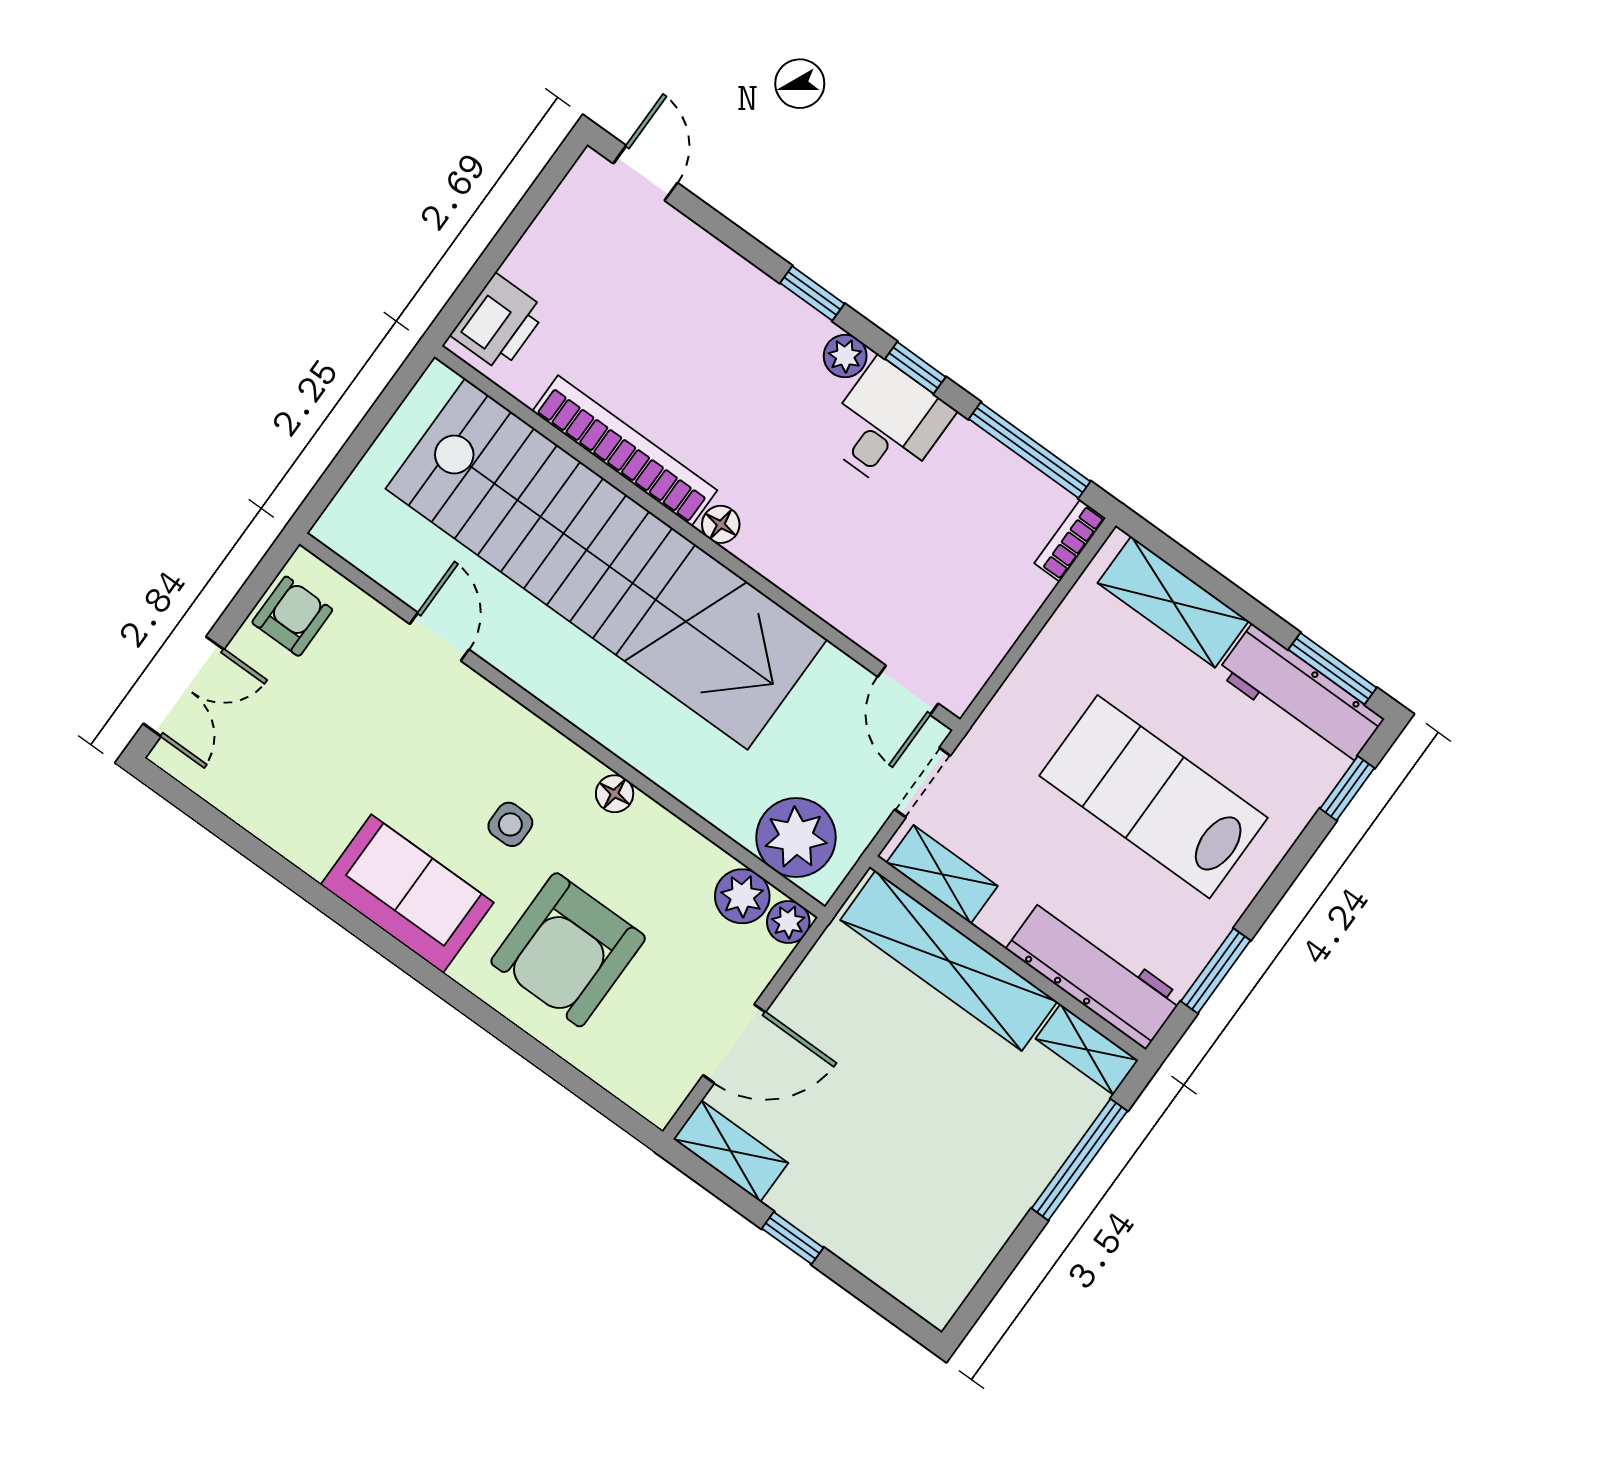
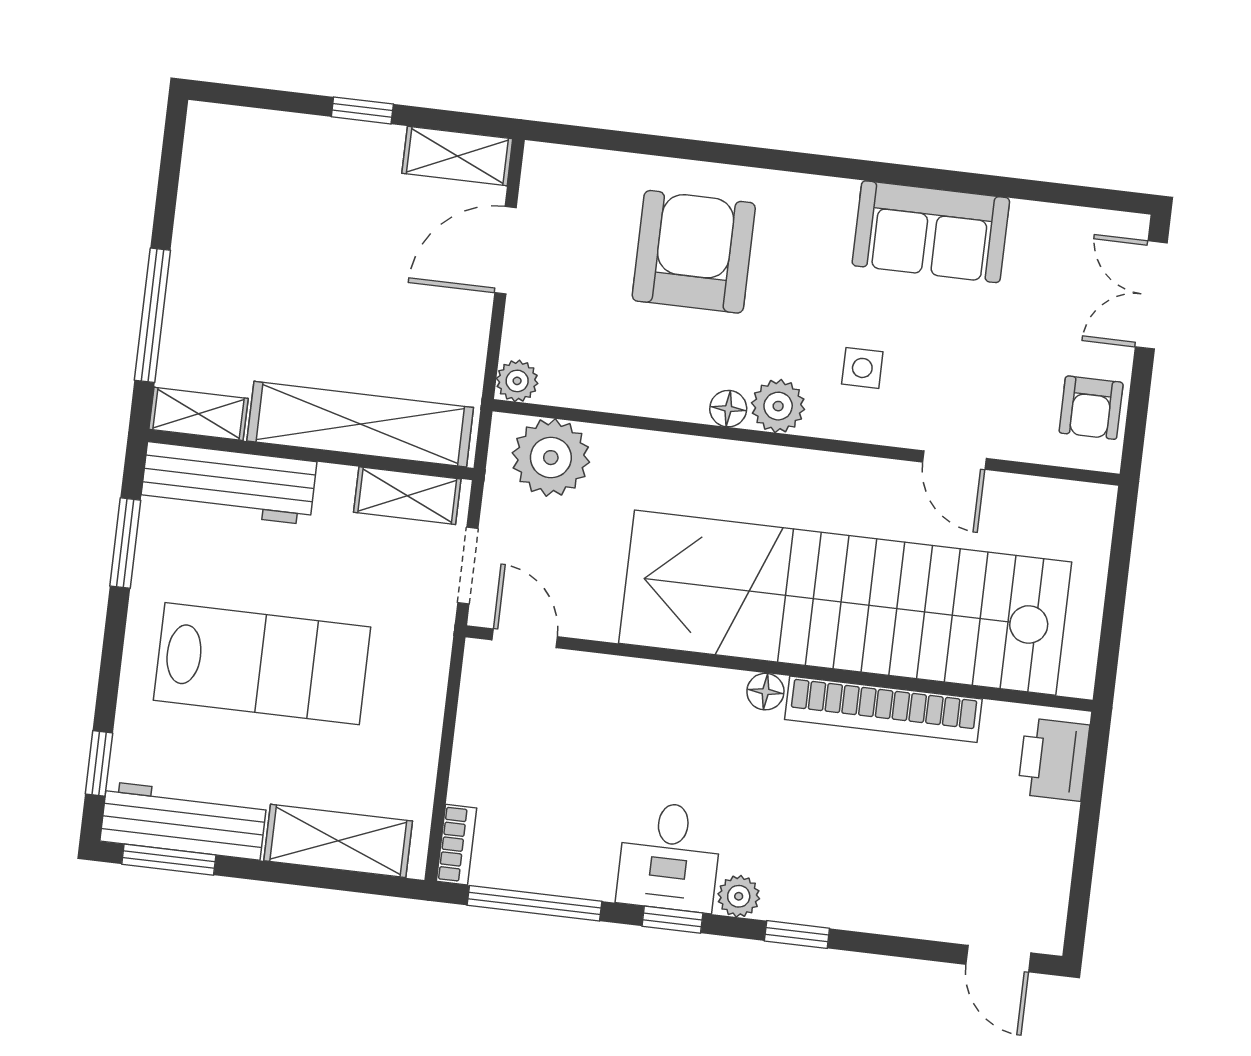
side table: (510, 824) -> (862, 368), moved
sofa: (407, 894) -> (931, 232), moved
plant: (742, 896) -> (778, 406), moved

